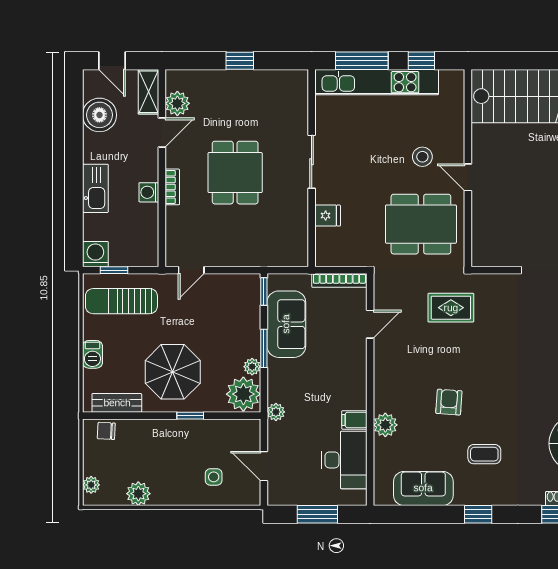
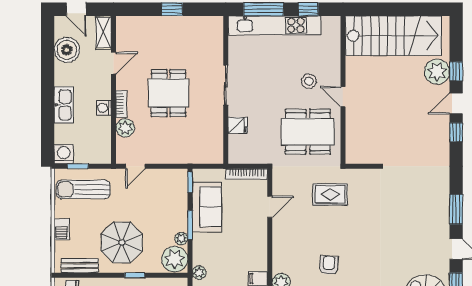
plant: (177, 103) -> (125, 128), moved

